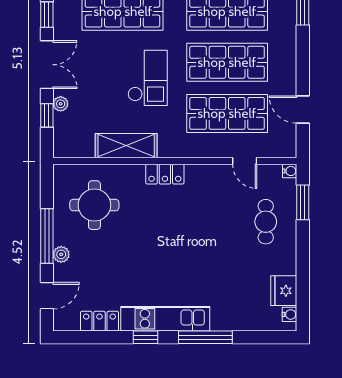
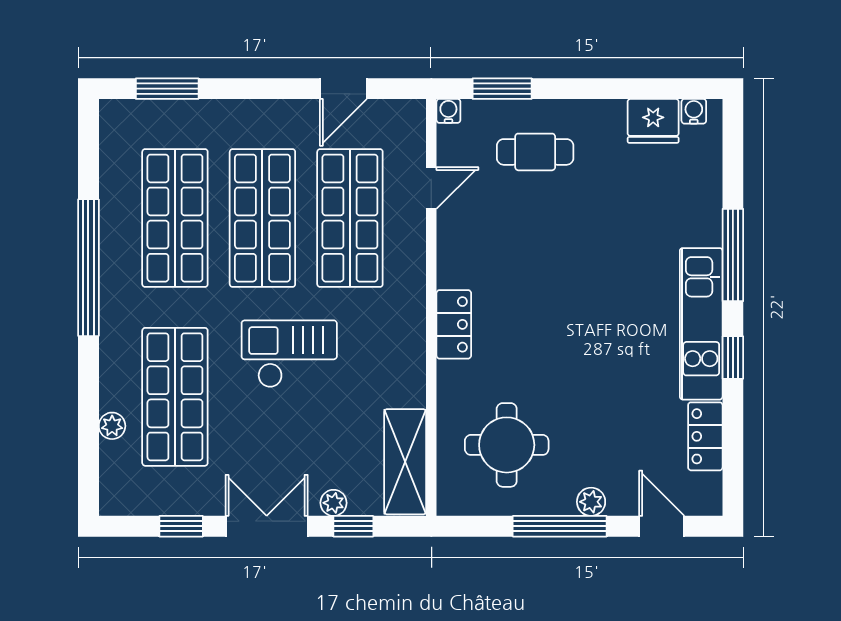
shelving: (126, 146) -> (405, 462), moved

